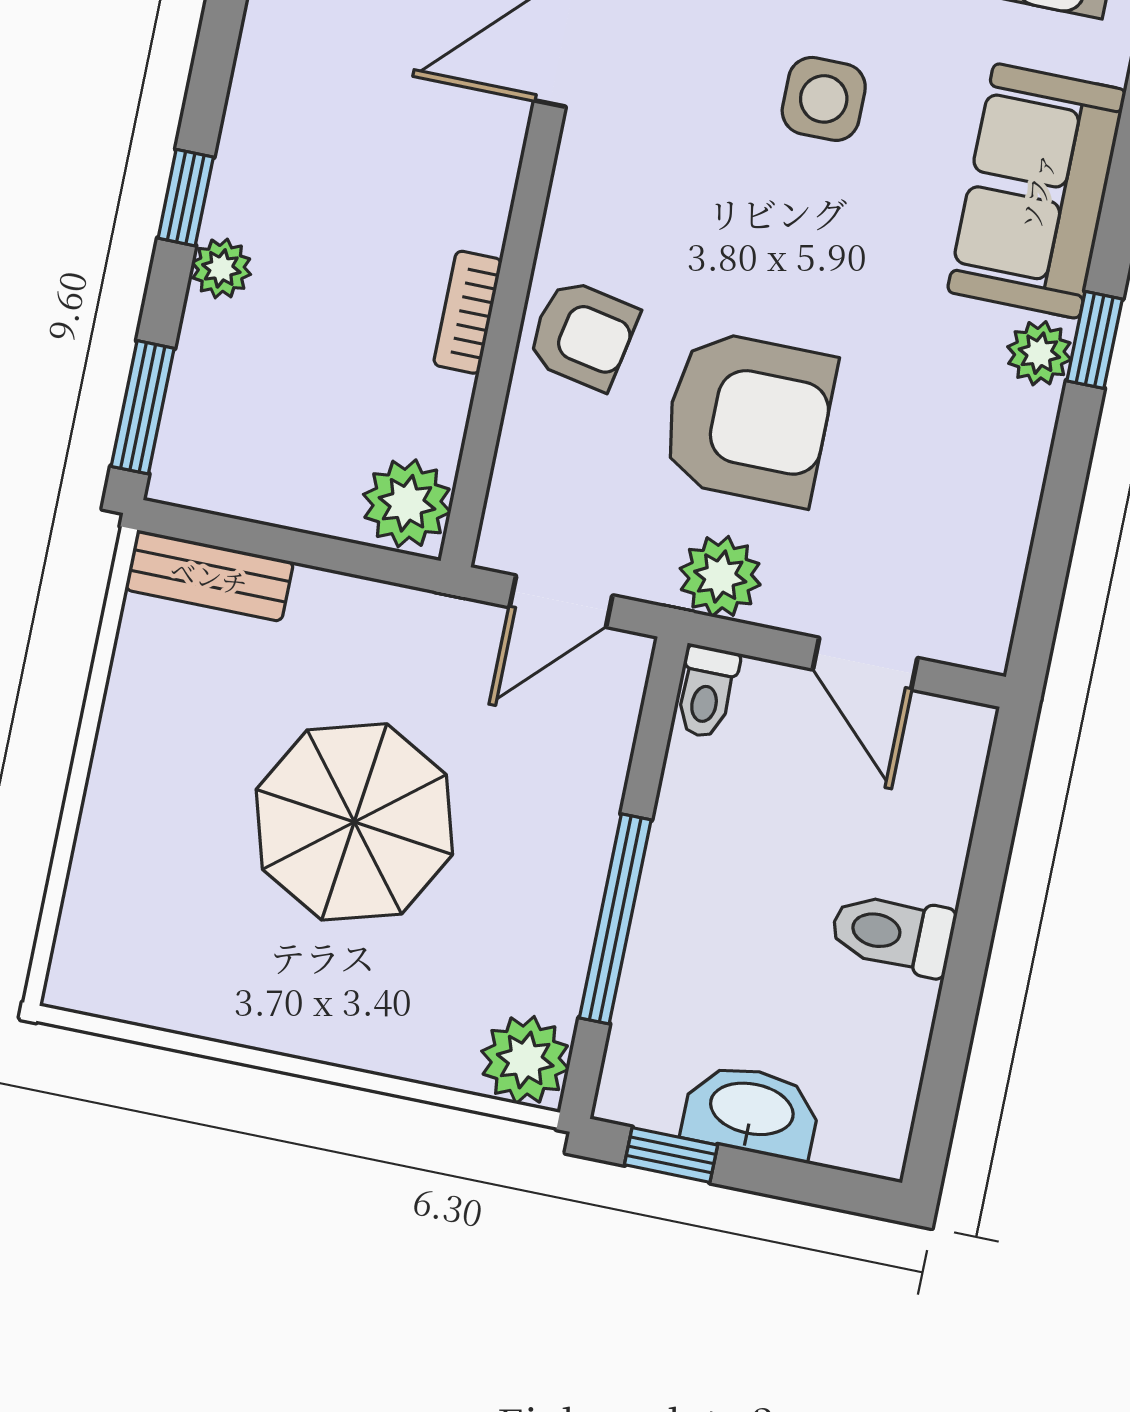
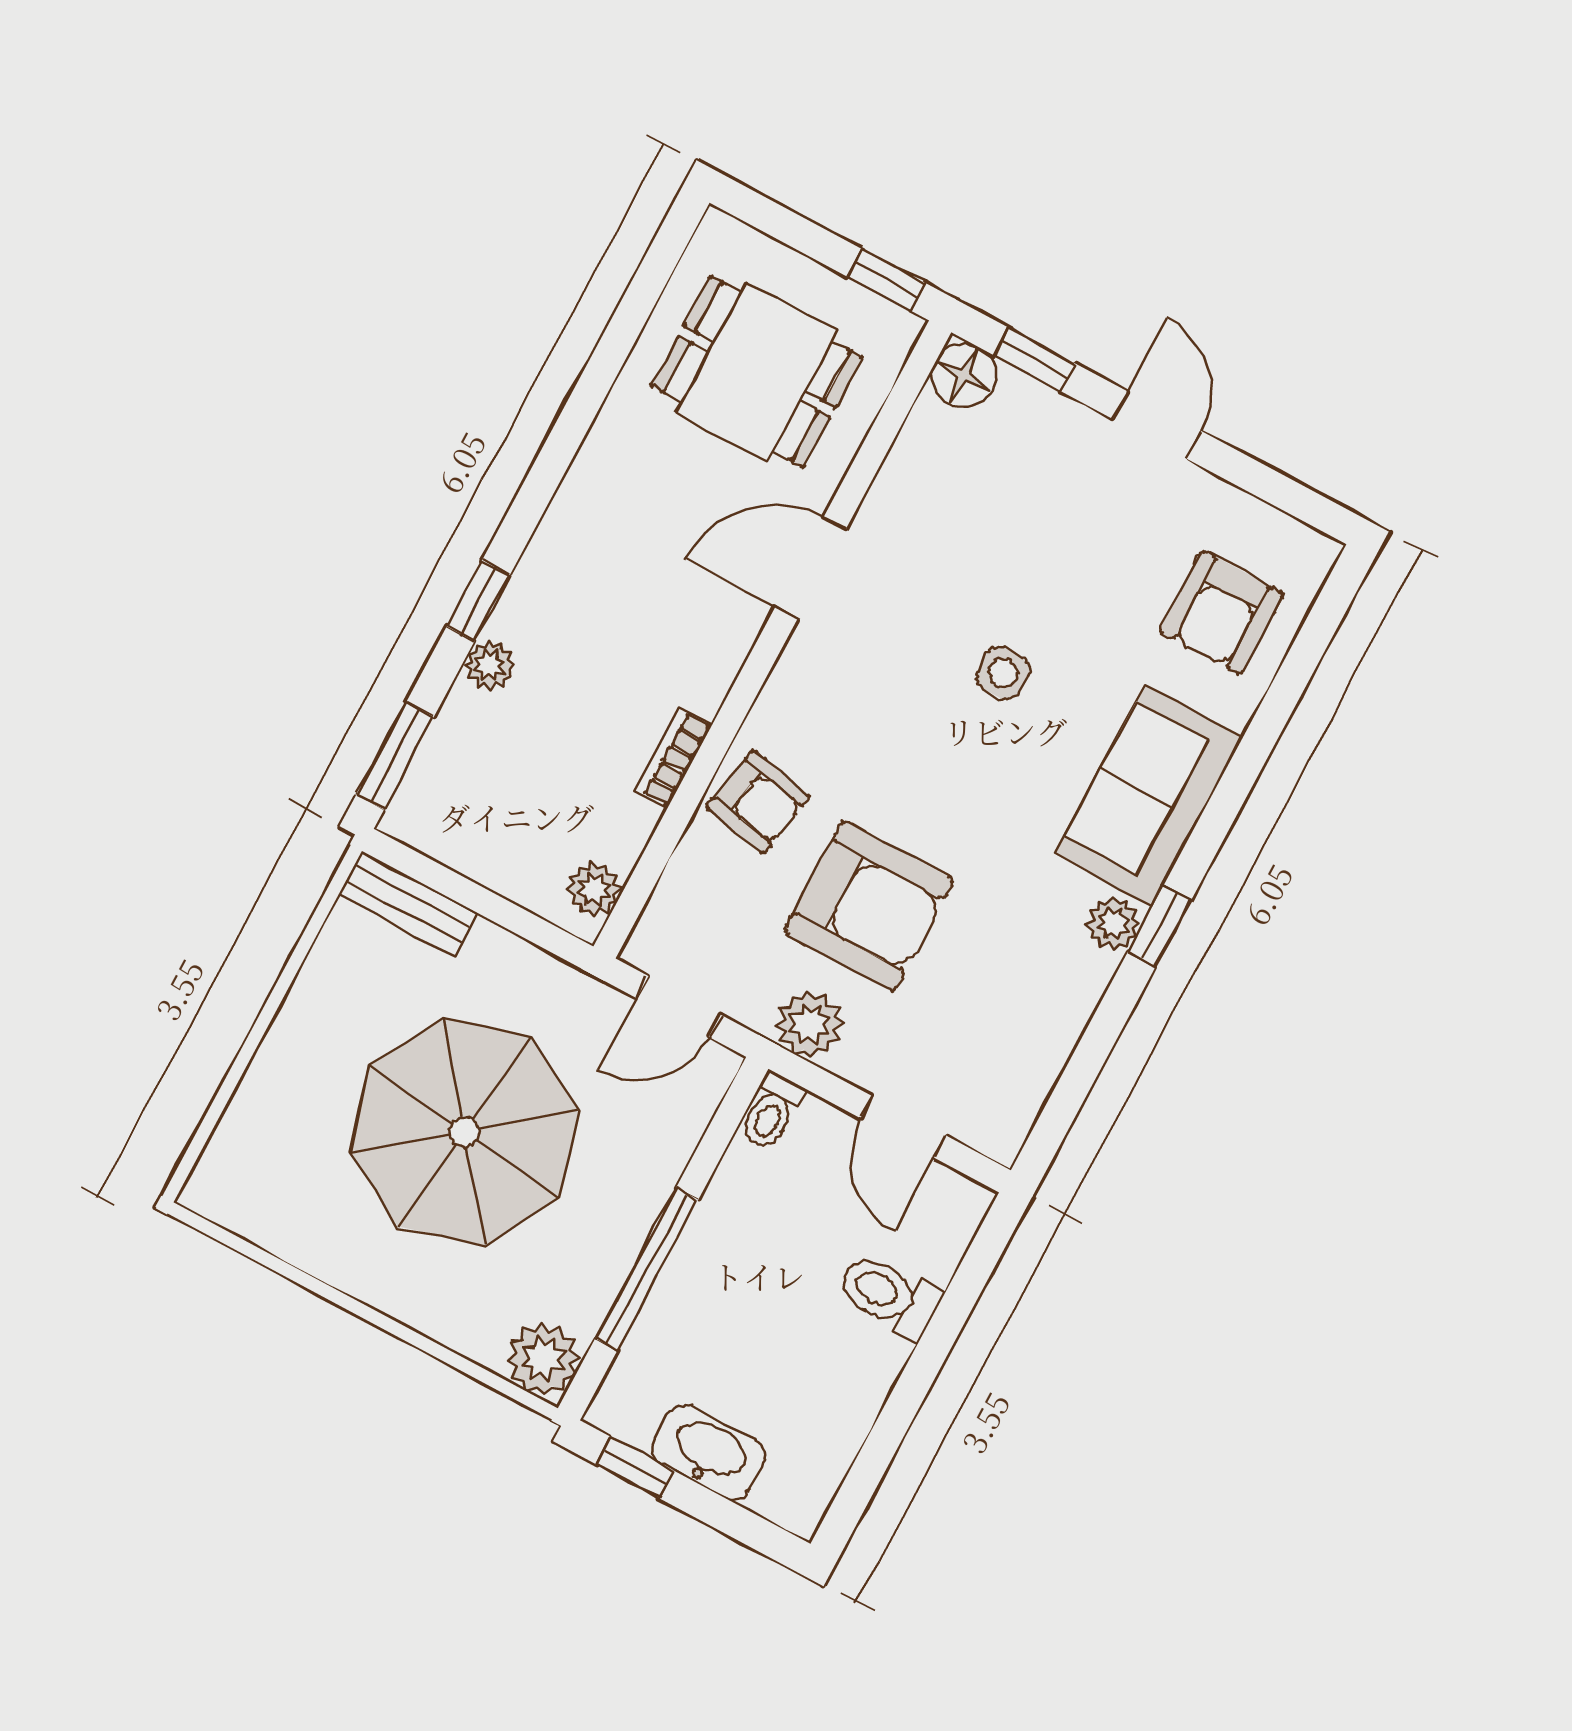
side table: (824, 99) -> (1003, 673), width x0.73, depth x0.73
plant: (407, 503) -> (594, 889), width x0.73, depth x0.73
parasol: (354, 822) -> (464, 1132), width x1.36, depth x1.36
toilet: (893, 934) -> (889, 1295), moved

